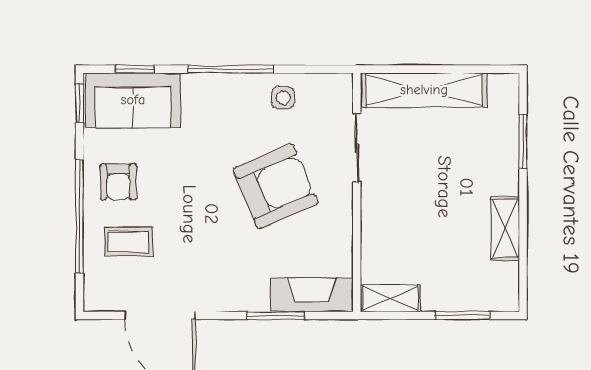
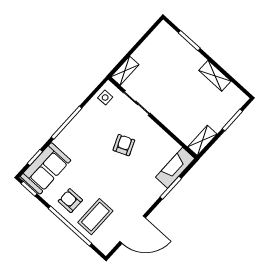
shelving: (424, 90) -> (125, 71), width x0.45, depth x0.75
side table: (283, 98) -> (105, 97), moved
armchair: (118, 182) -> (70, 201), turned 180
armchair: (276, 186) -> (124, 145), width x0.53, depth x0.53
coffee table: (128, 242) -> (95, 217), width x1.36, depth x1.30

